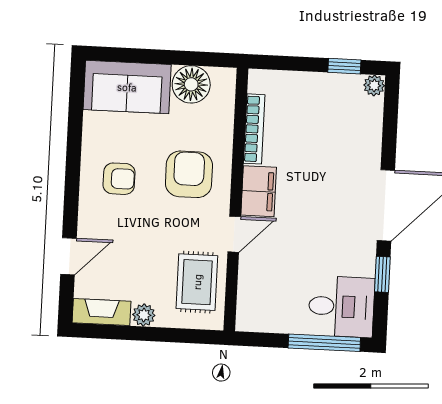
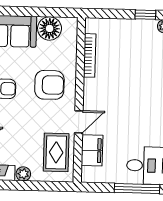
armchair: (189, 174) -> (49, 85), turned 90
filing cabinet: (259, 191) -> (92, 150), moved

